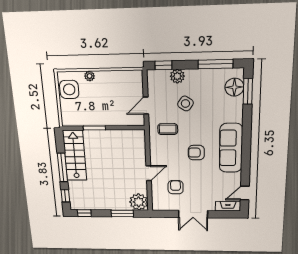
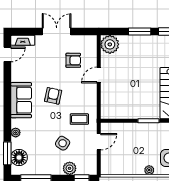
plant: (238, 114) -> (16, 133), added
sofa: (231, 148) -> (21, 100), width x0.73
armchair: (196, 153) -> (53, 96), turned -78
armchair: (176, 187) -> (73, 60), turned -90
window: (122, 213) -> (140, 32), moved

